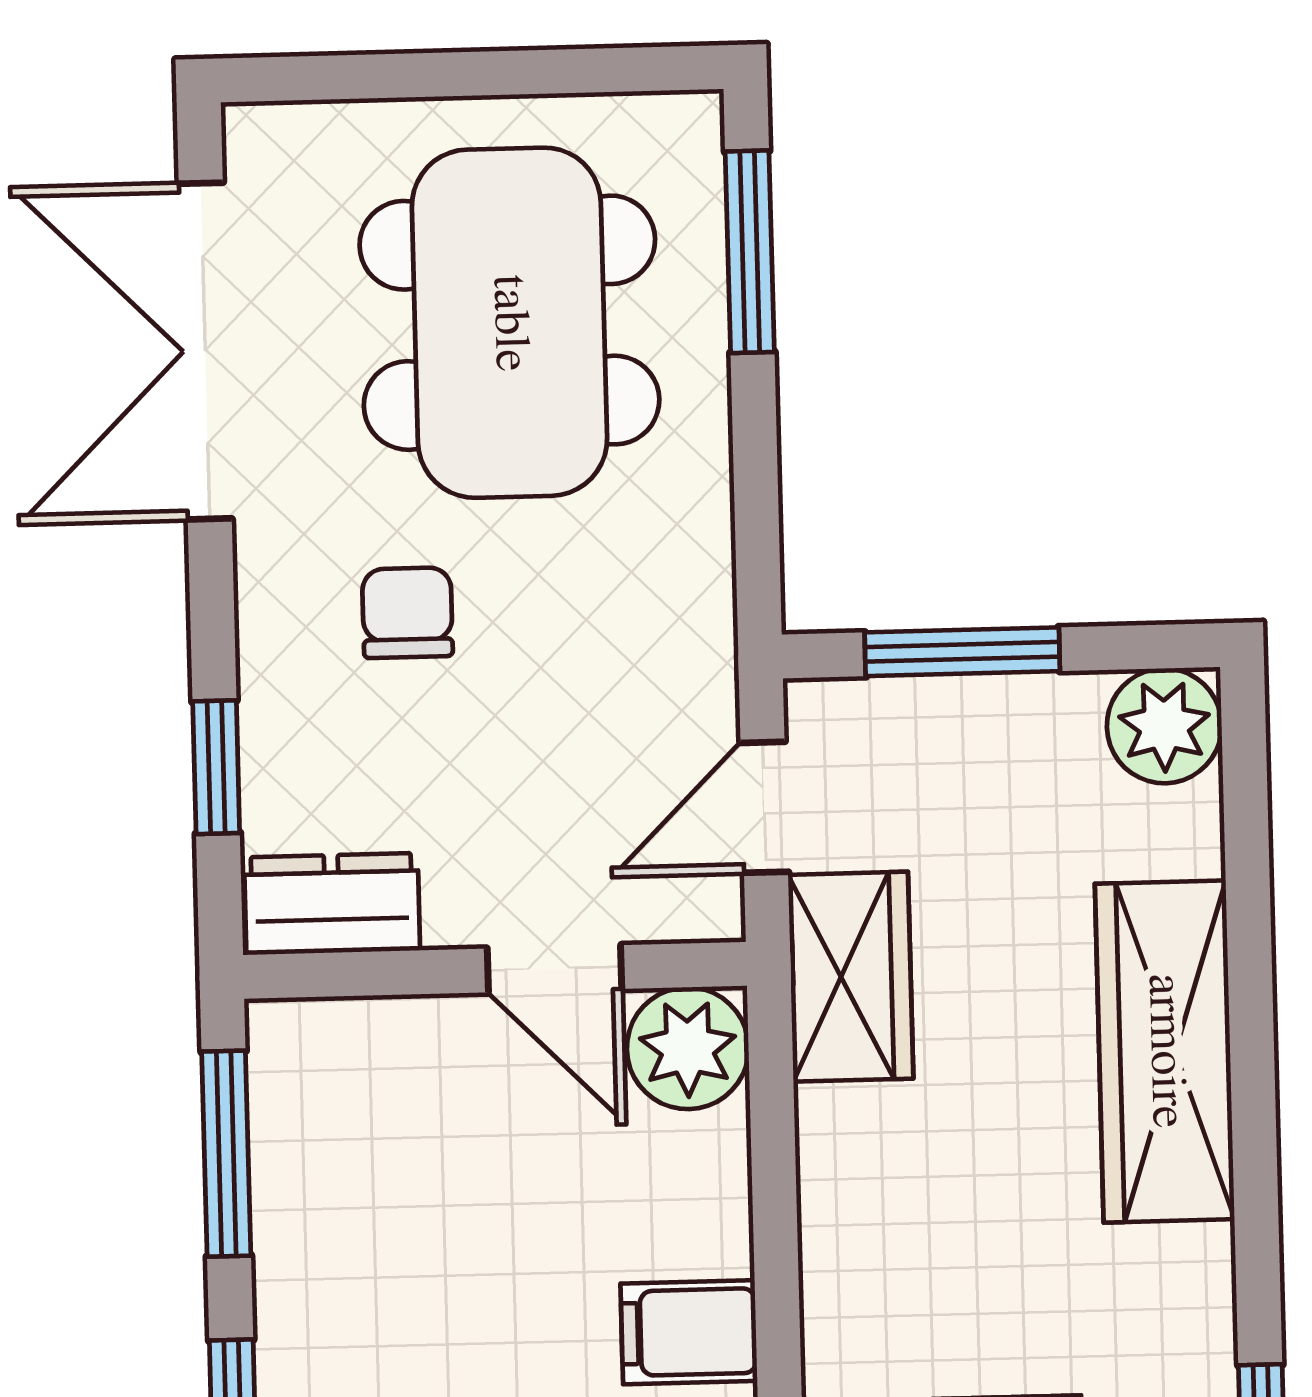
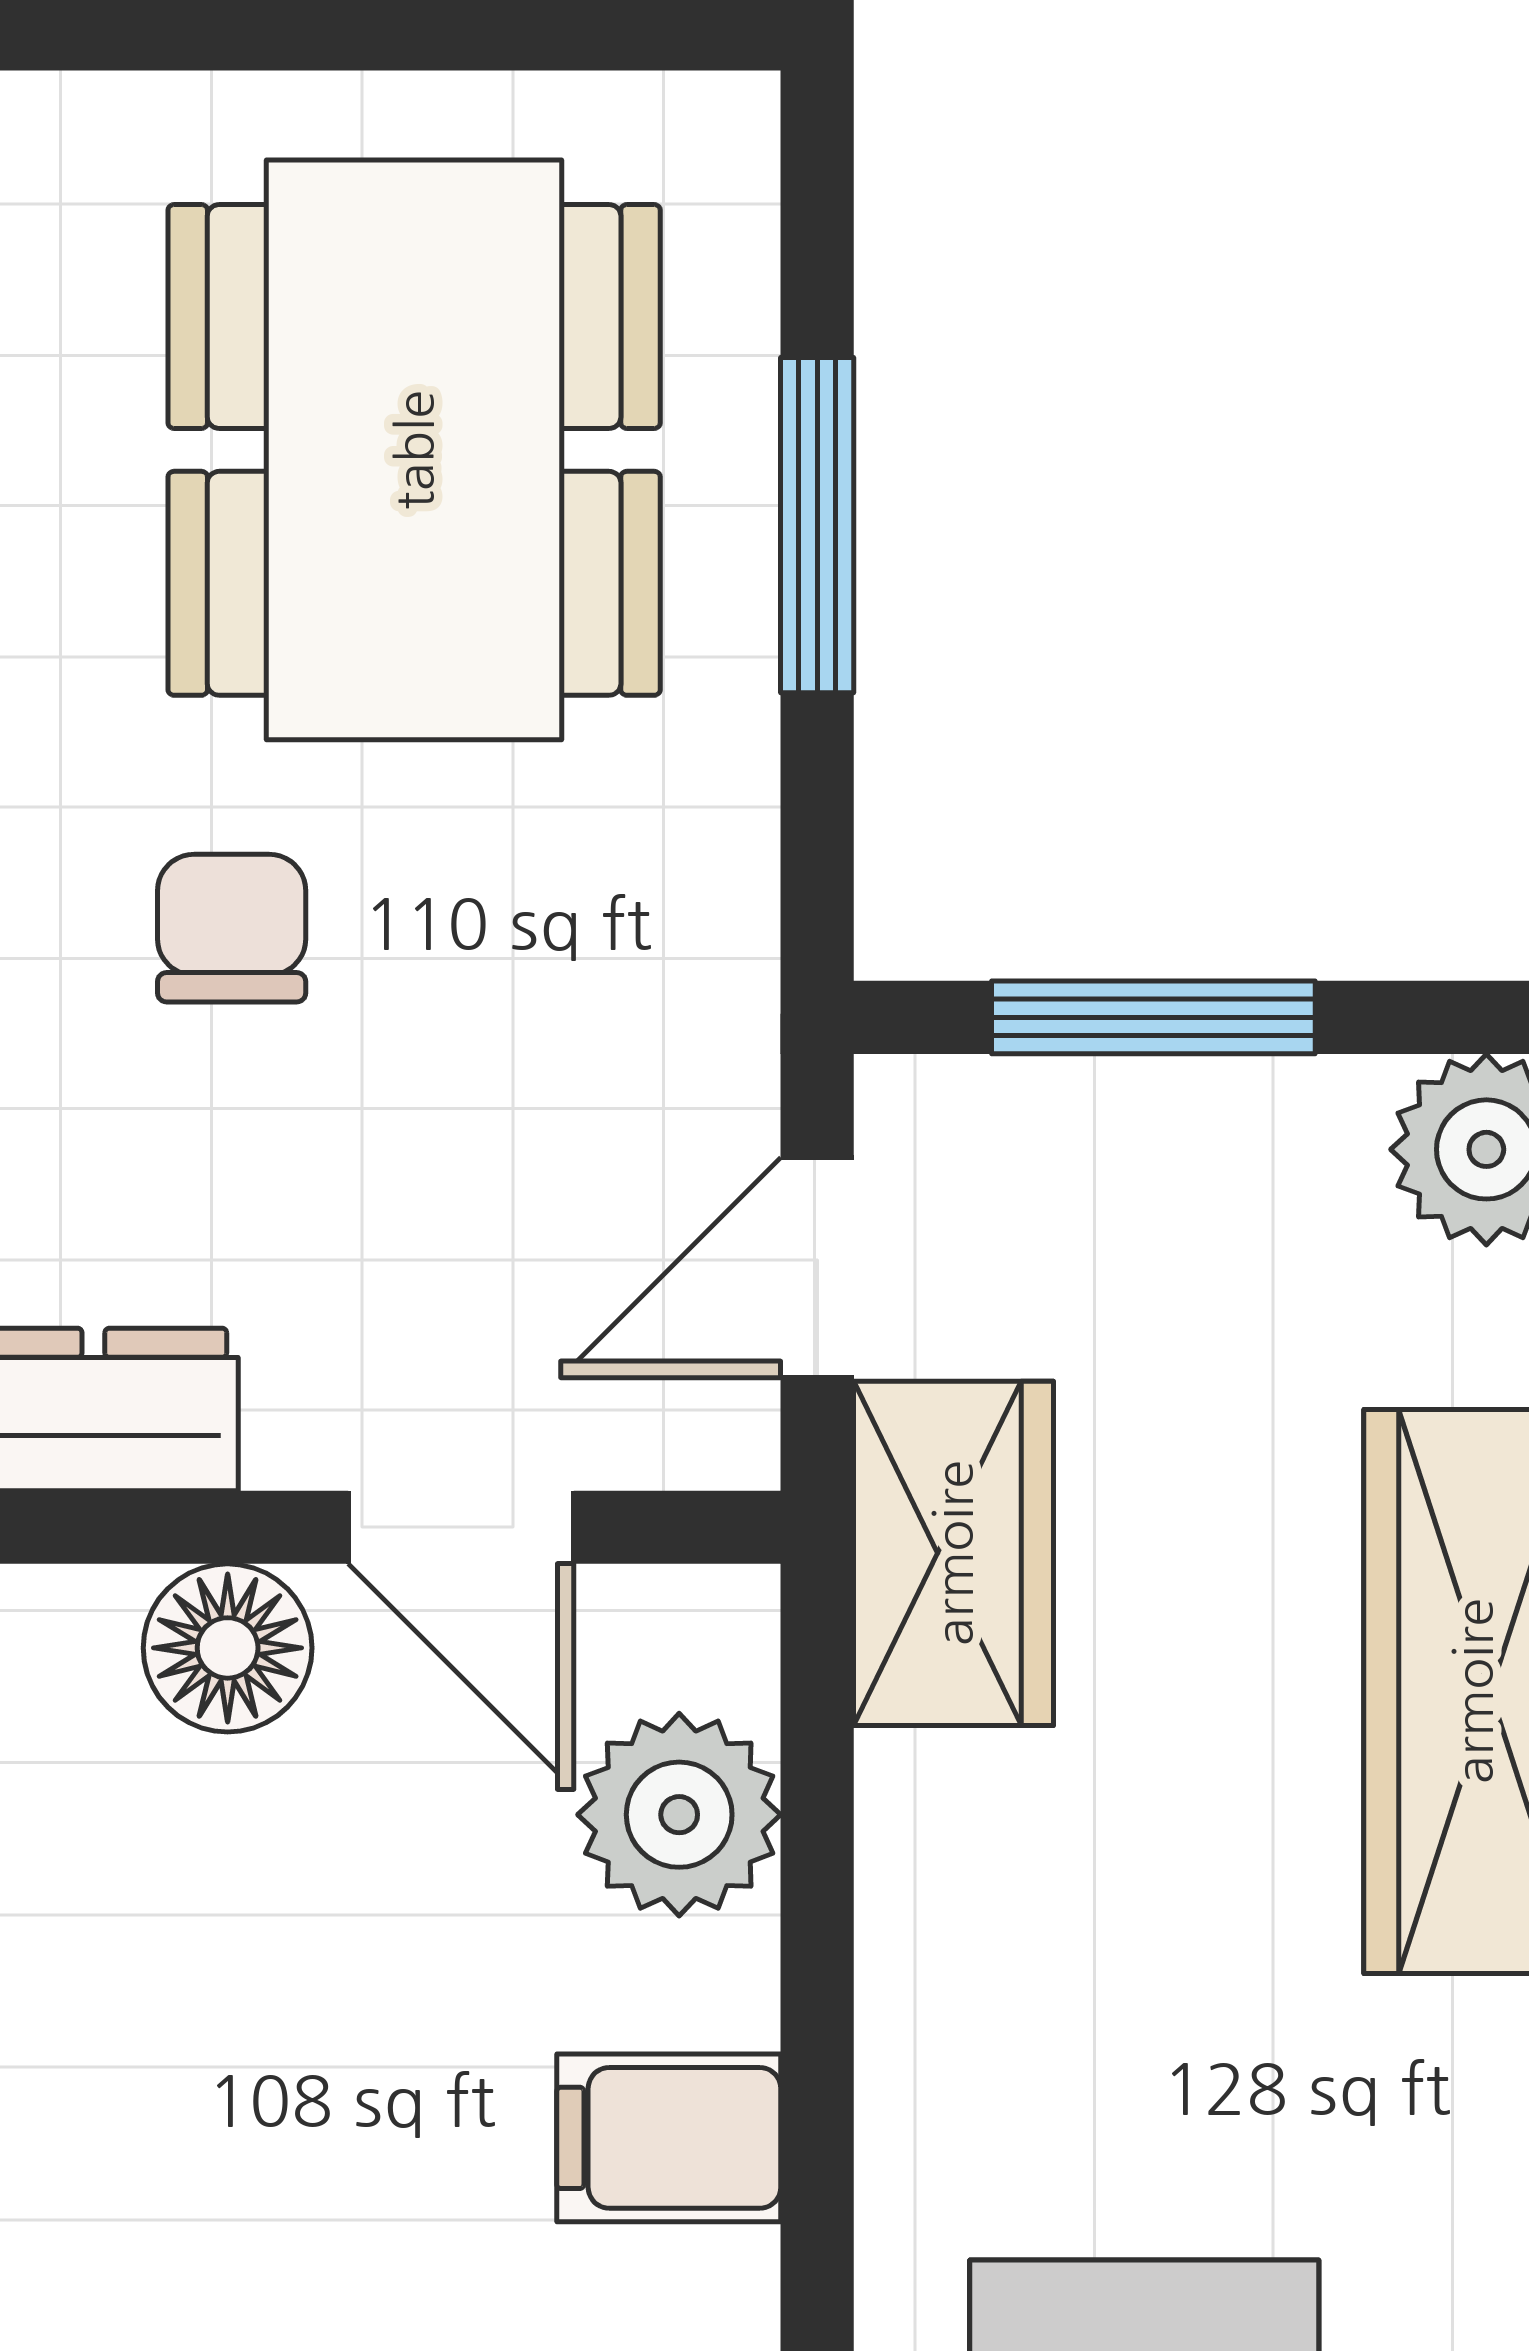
window: (750, 252) -> (817, 525), moved
floor lamp: (416, 1045) -> (228, 1648), added
plant: (688, 1048) -> (679, 1815), moved

